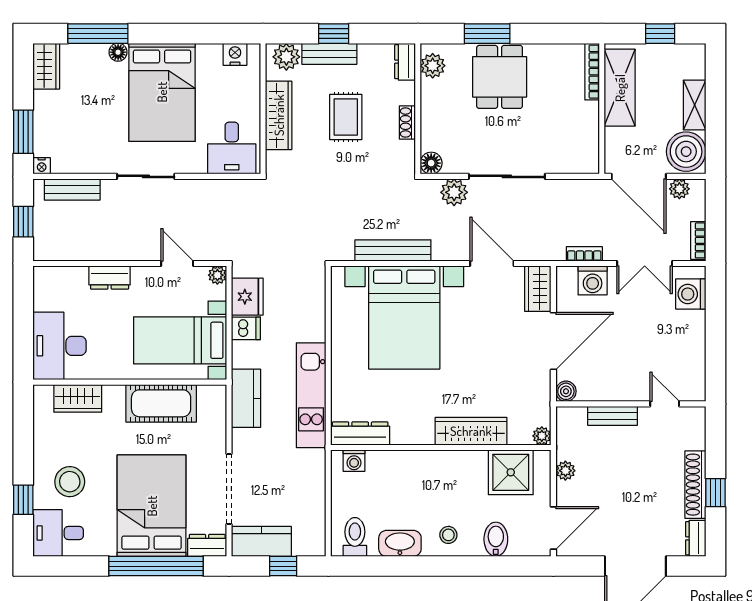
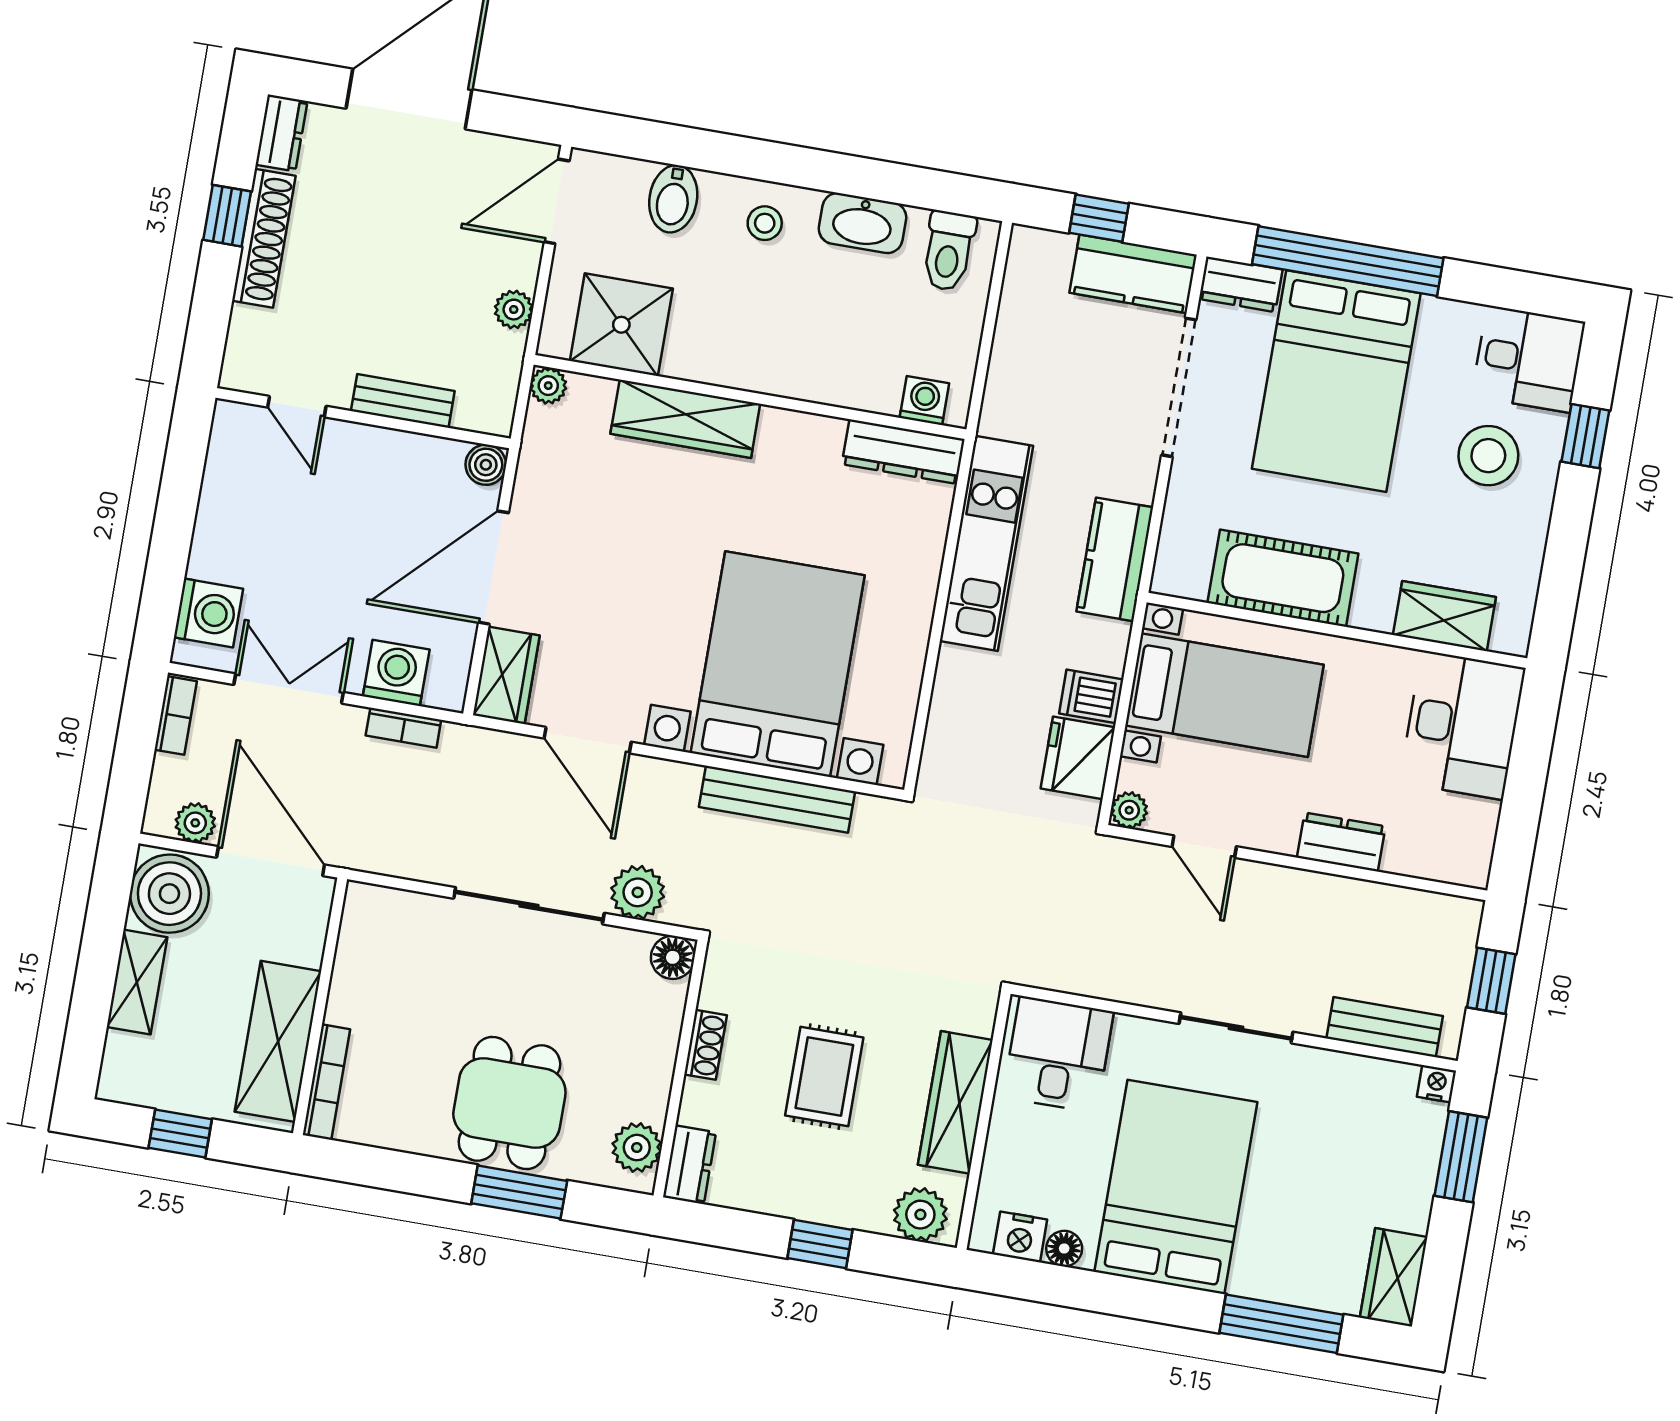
floor lamp: (118, 52) -> (1064, 1249), moved
bench: (329, 54) -> (835, 1206), removed

